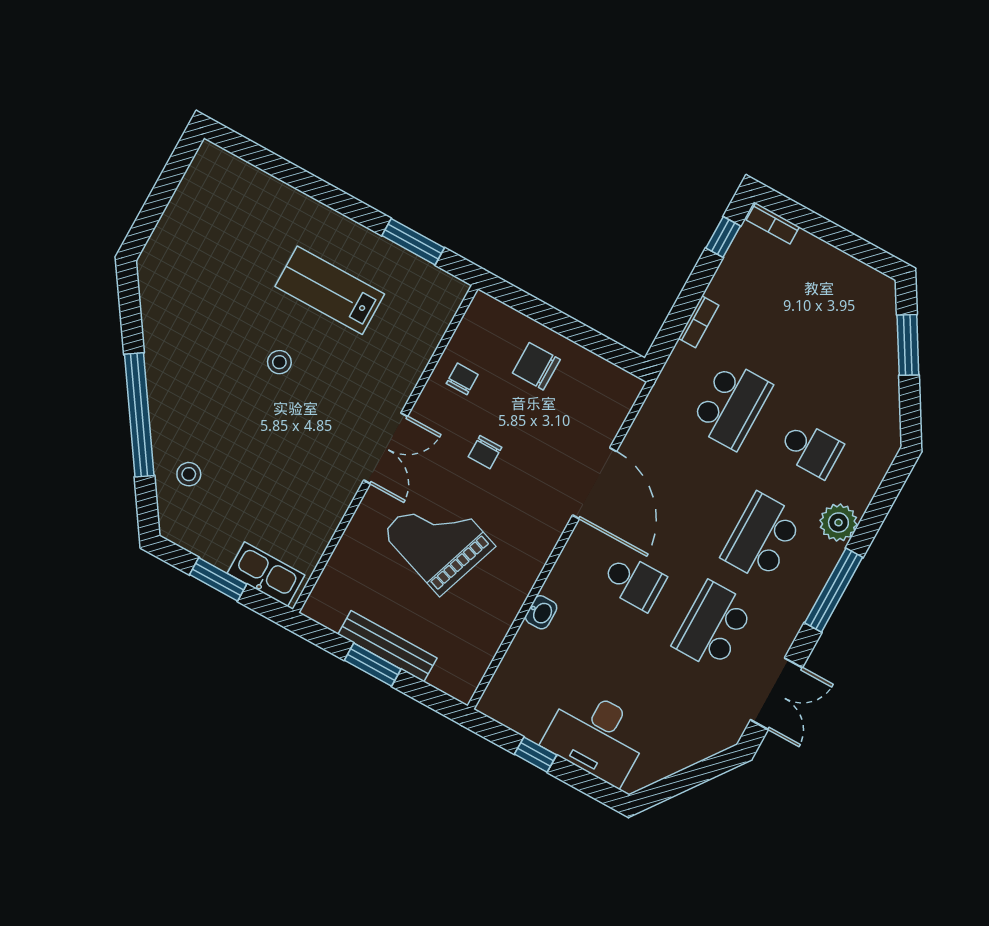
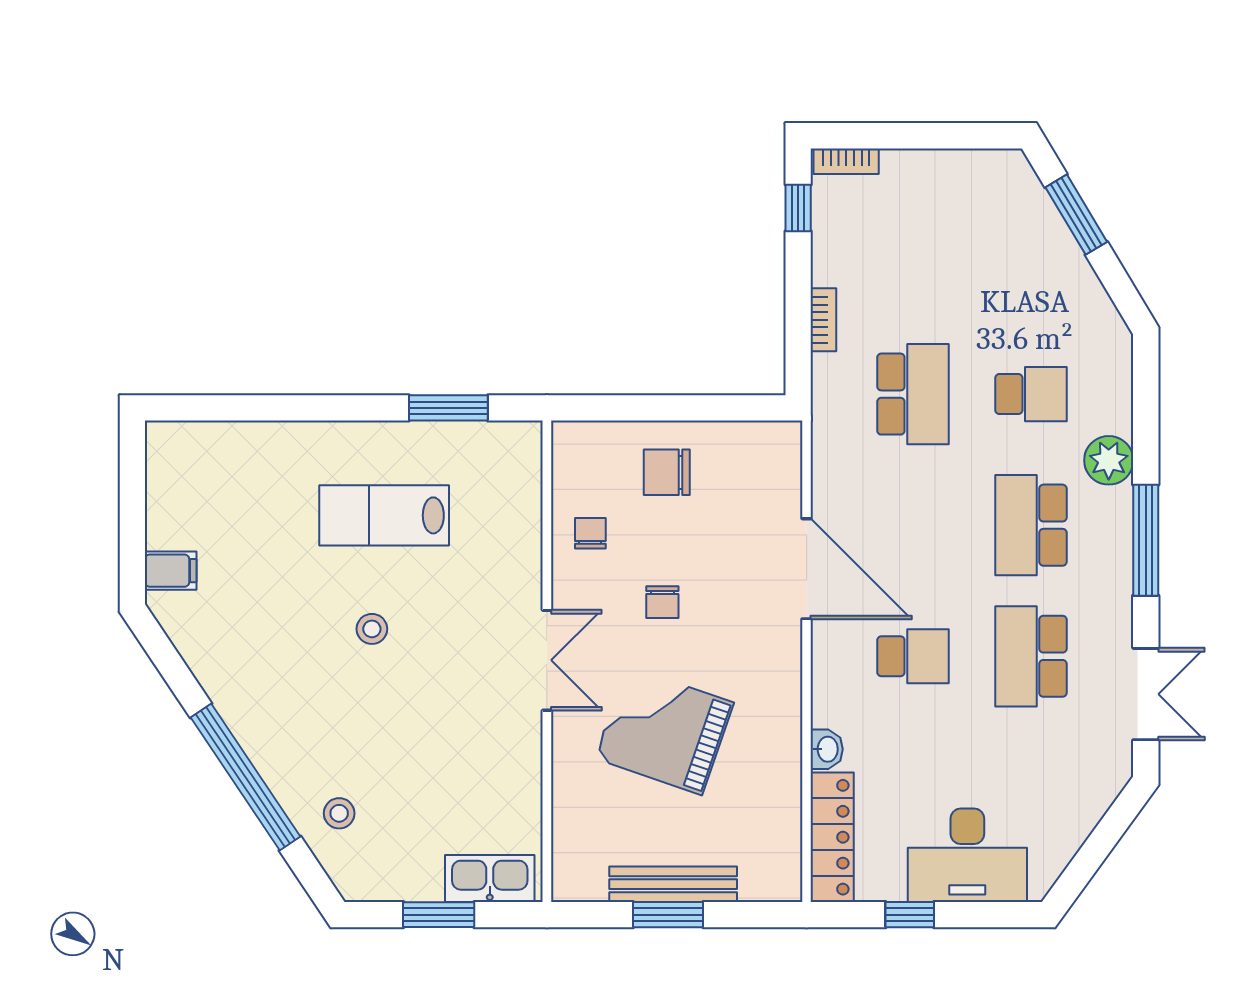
filing cabinet: (166, 248) -> (171, 571), added
locker: (512, 674) -> (832, 837), added

